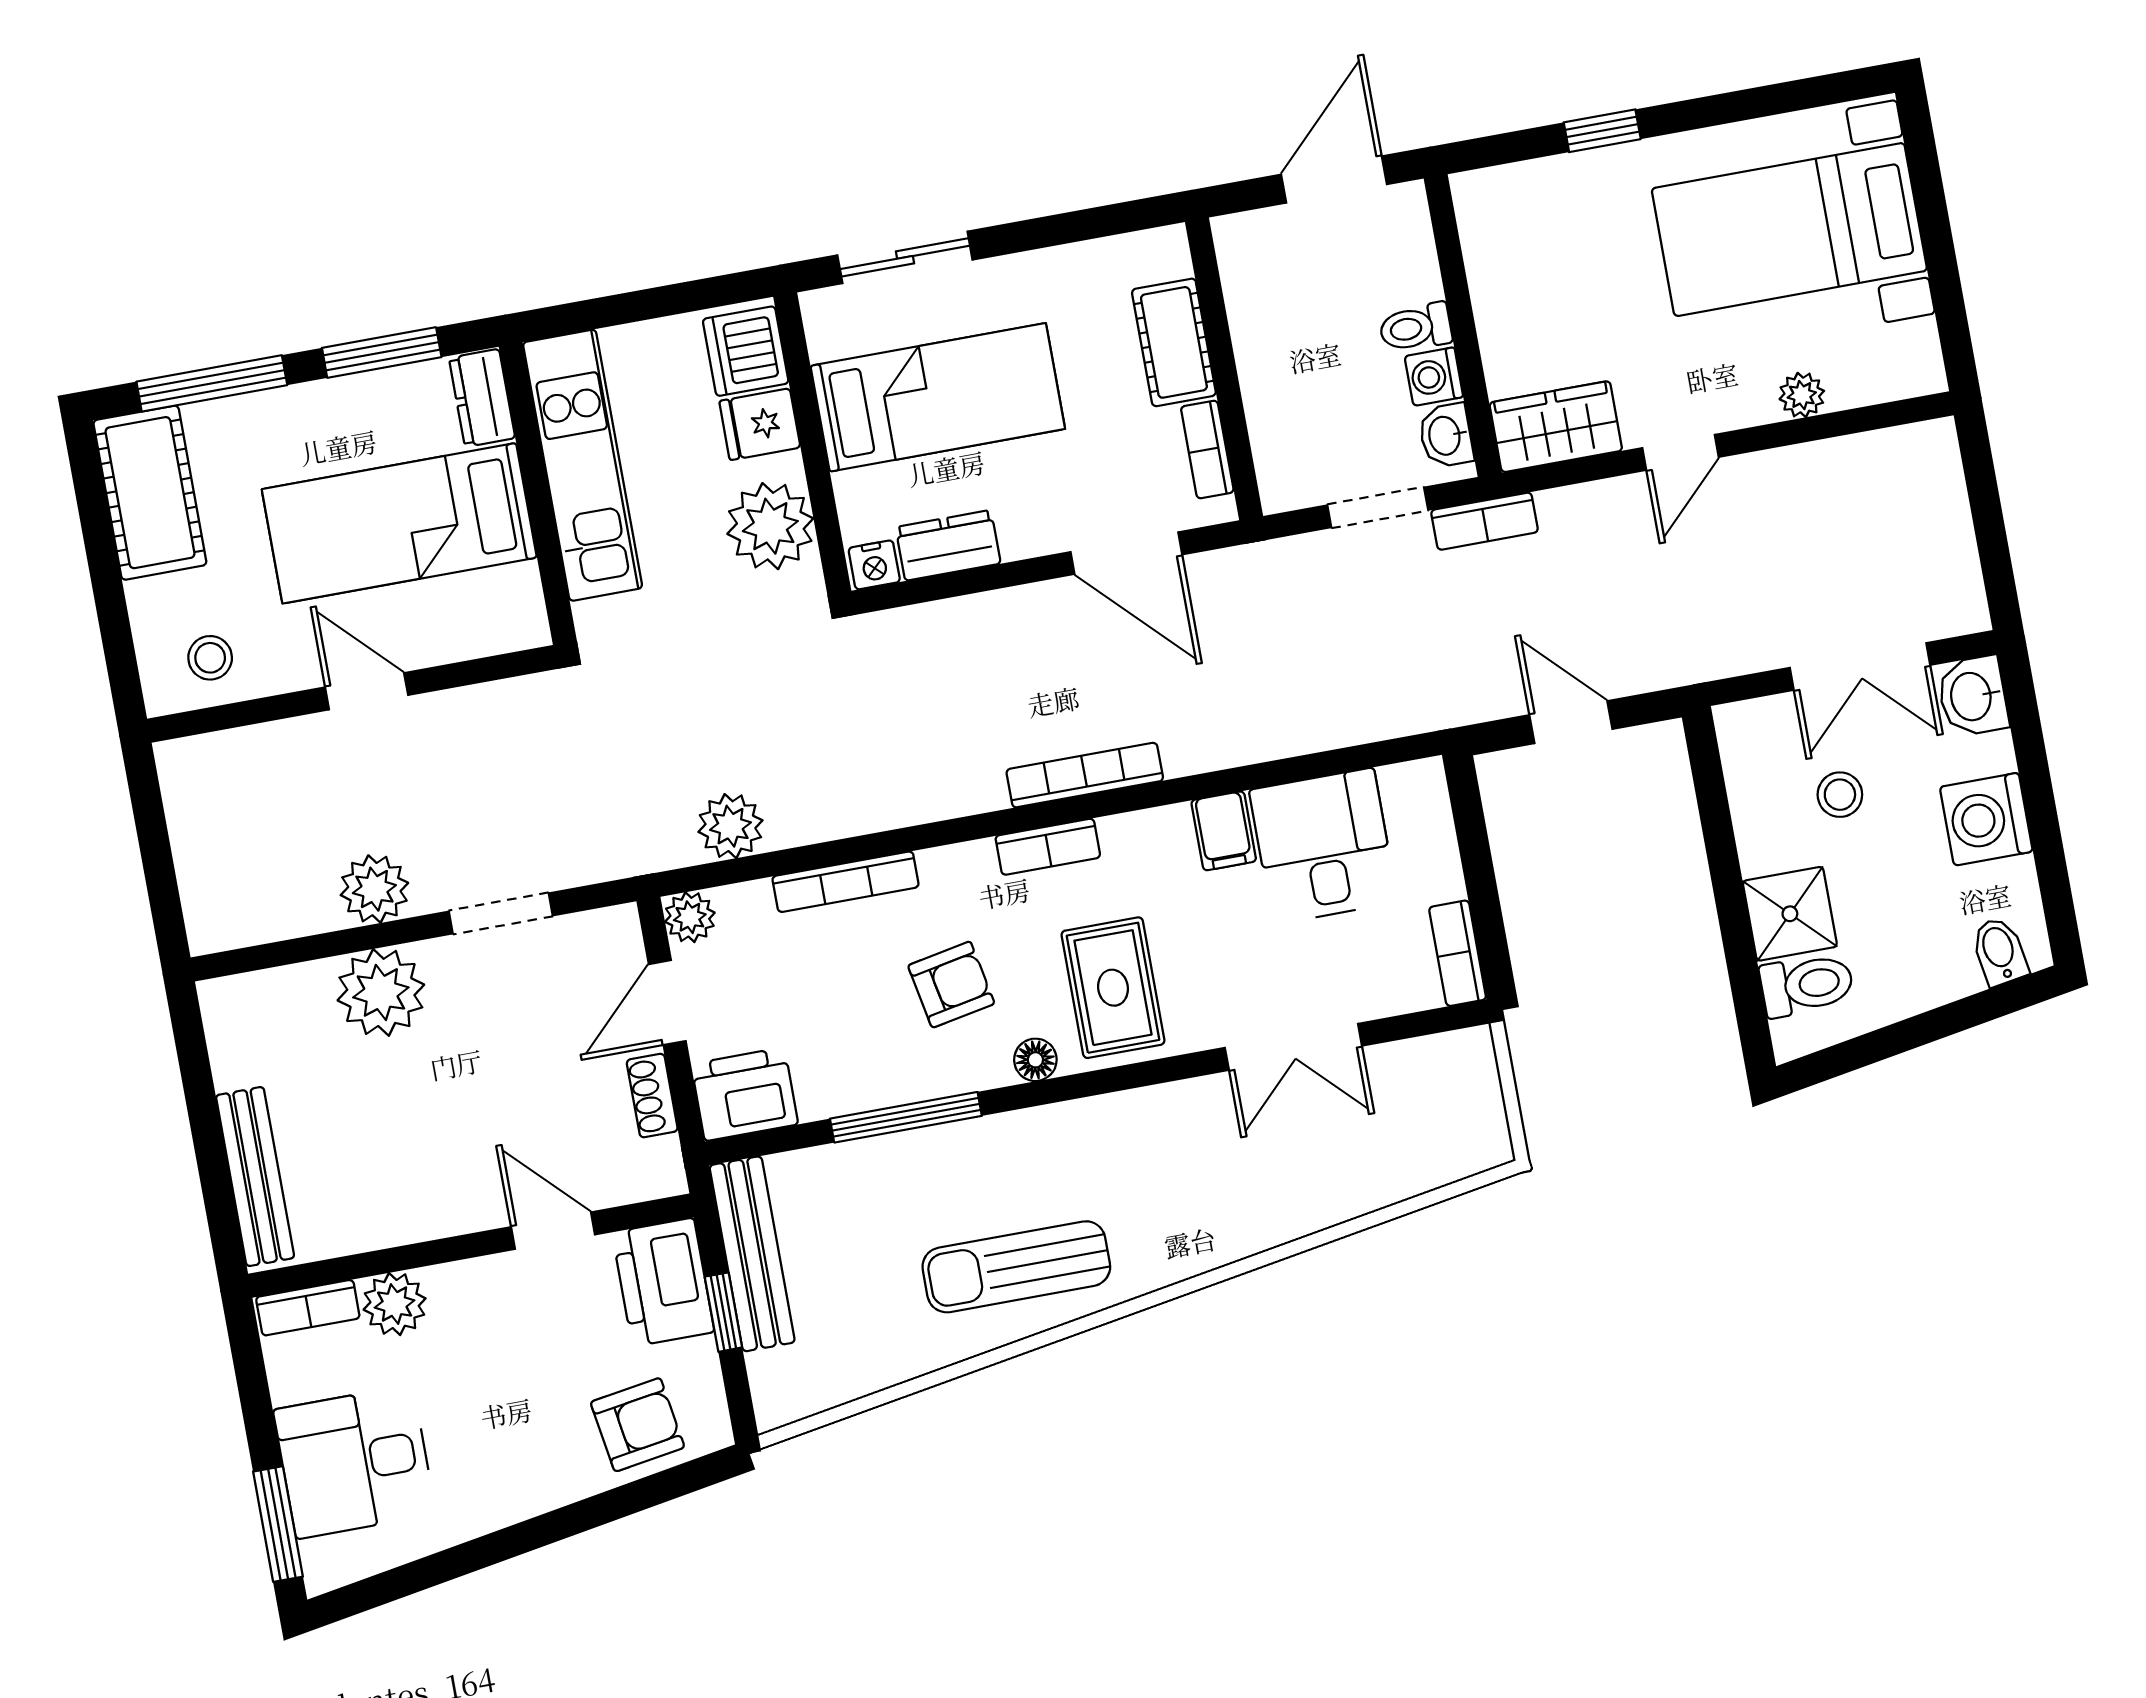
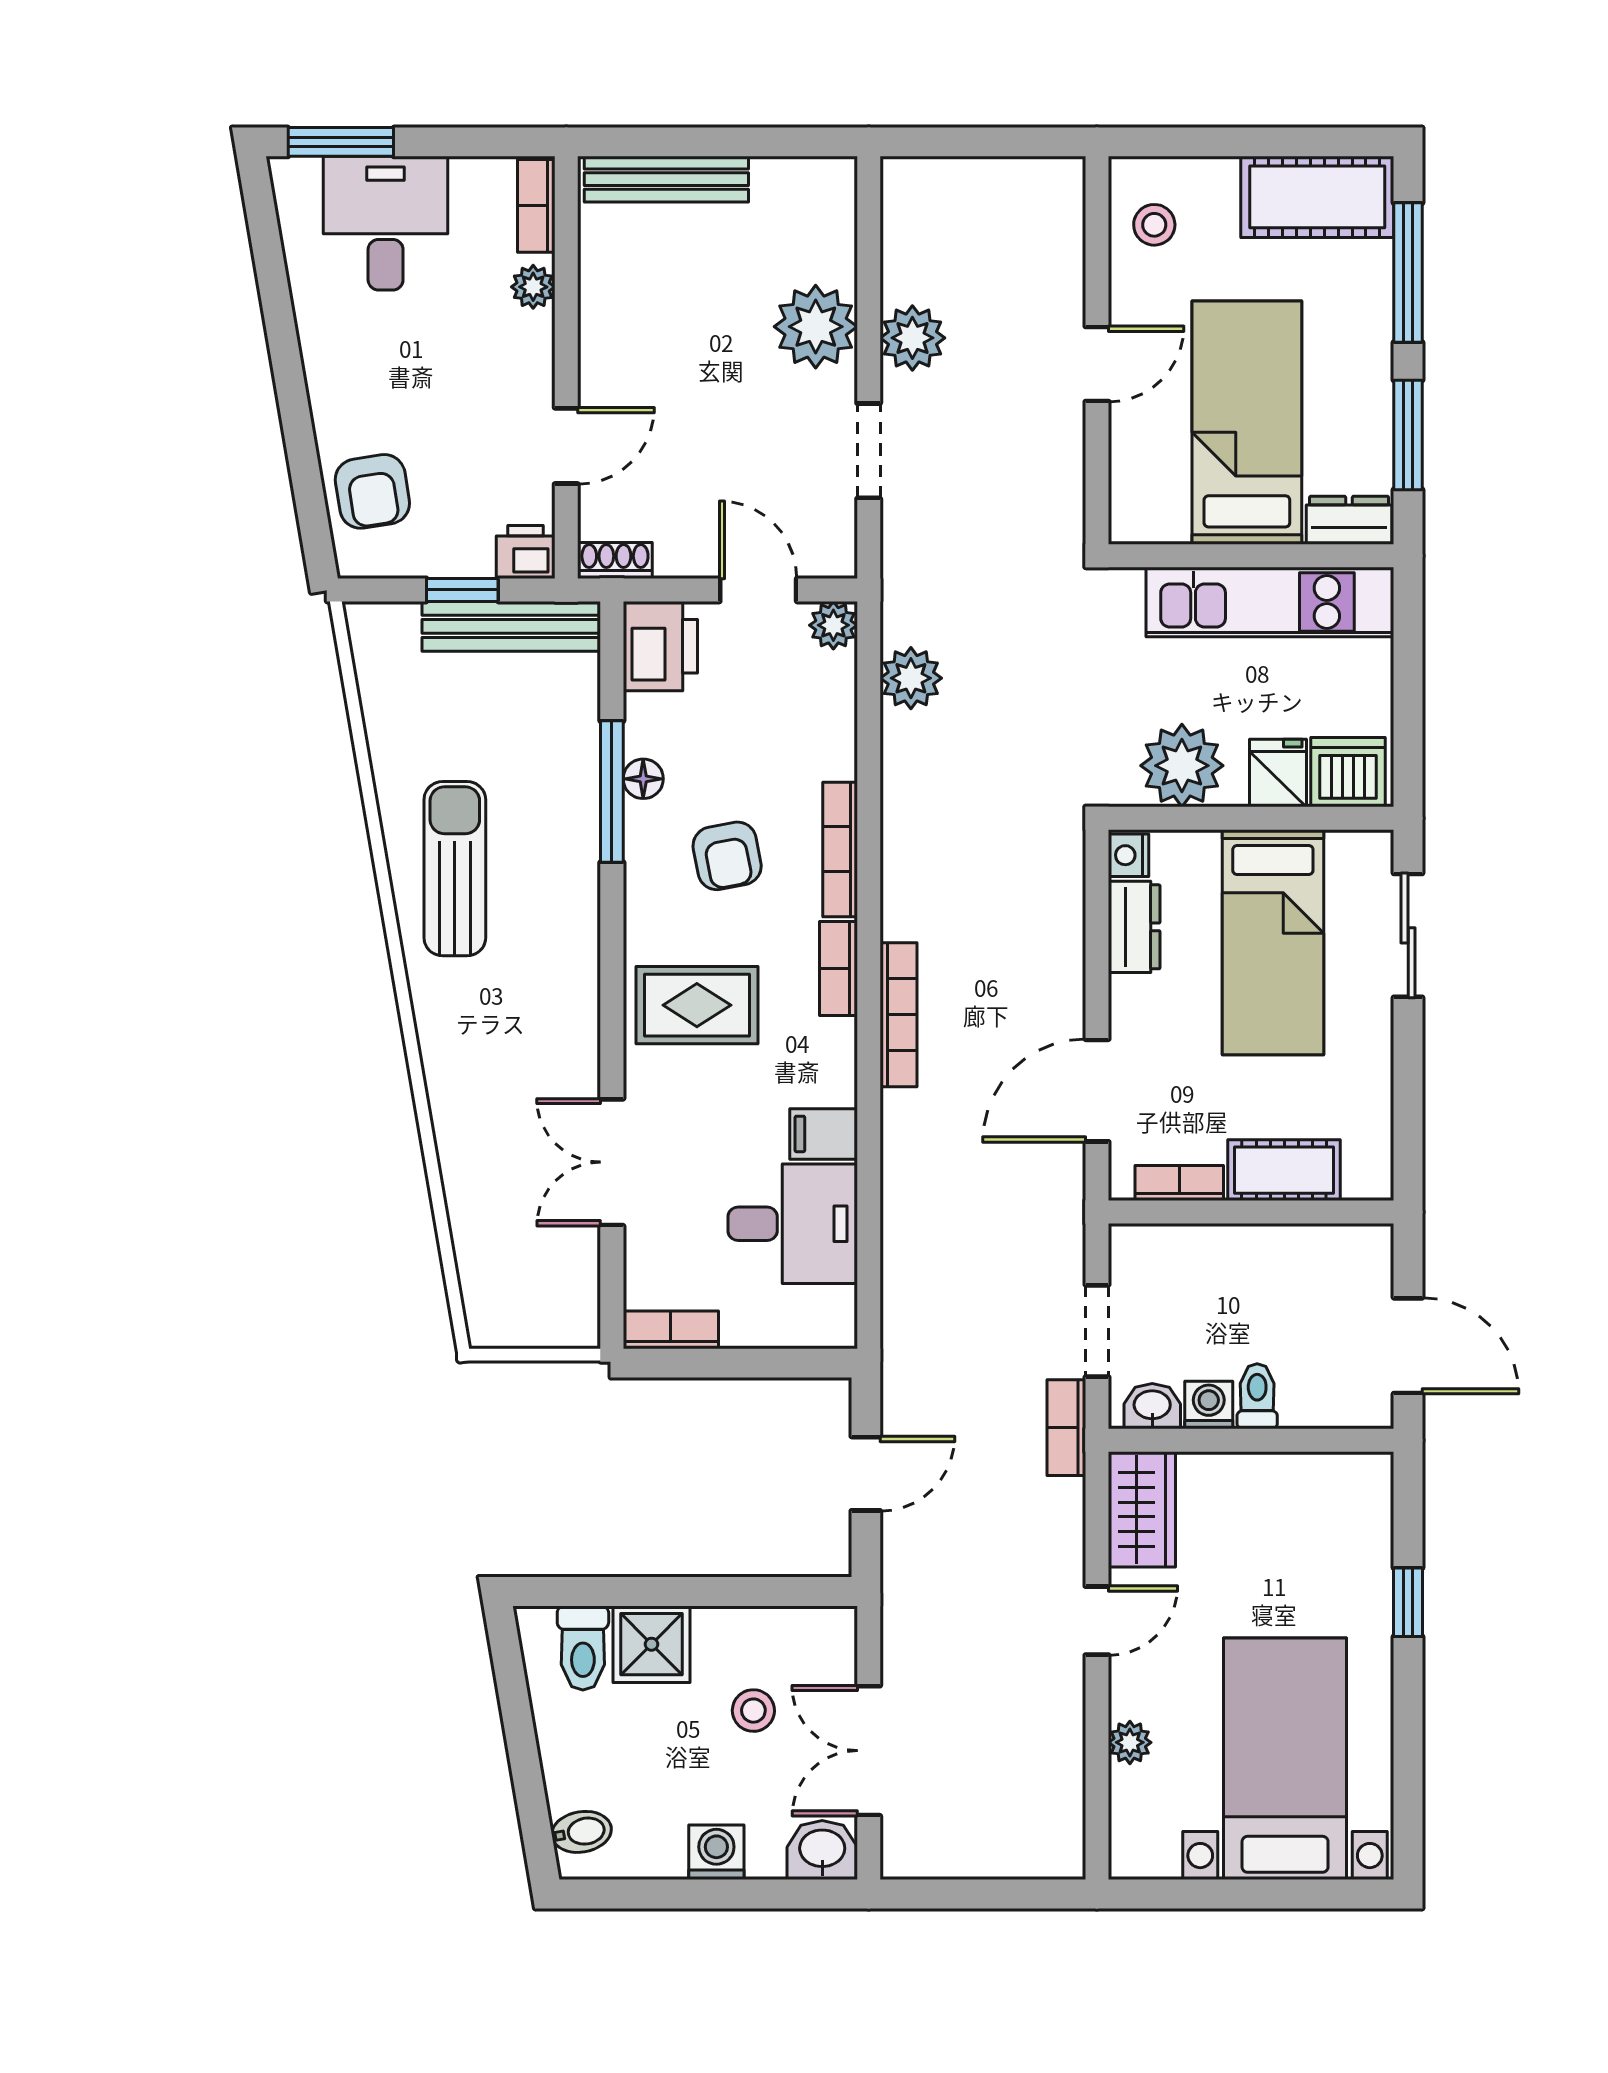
door: (1681, 452) -> (1097, 1621), swing flipped
washing machine: (1986, 819) -> (716, 1852), width x0.73, depth x0.73
bookcase: (846, 882) -> (840, 849), moved
floor lamp: (1035, 1060) -> (643, 779), moved
shoe rack: (652, 1096) -> (615, 560), moved
printer: (663, 1282) -> (526, 552), width x0.53, depth x0.68
plant: (395, 1304) -> (533, 287), width x0.73, depth x0.73

